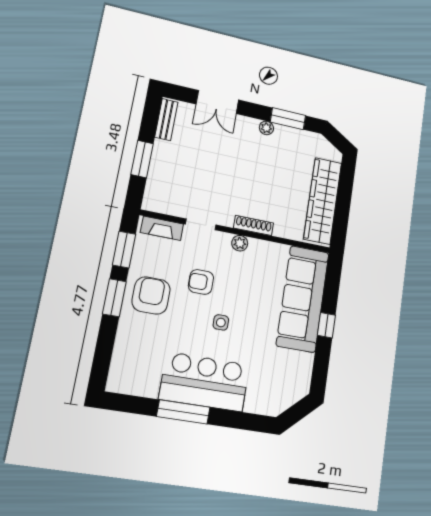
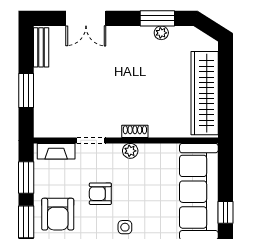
plant: (266, 128) -> (161, 33), moved
shoe rack: (254, 225) -> (135, 131), width x0.70
armchair: (151, 295) -> (58, 214), turned 180

